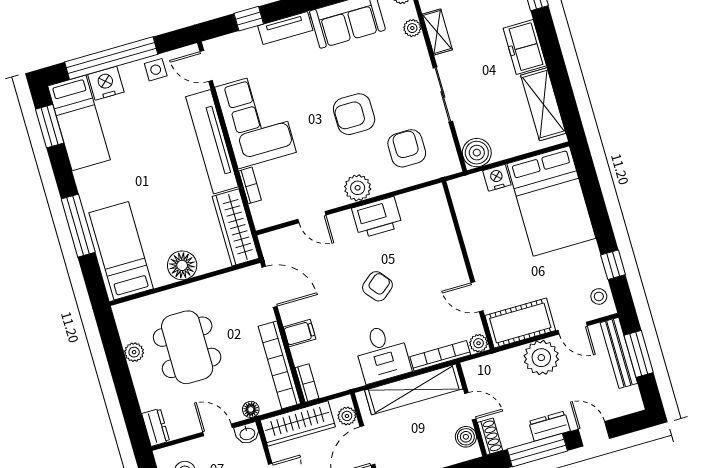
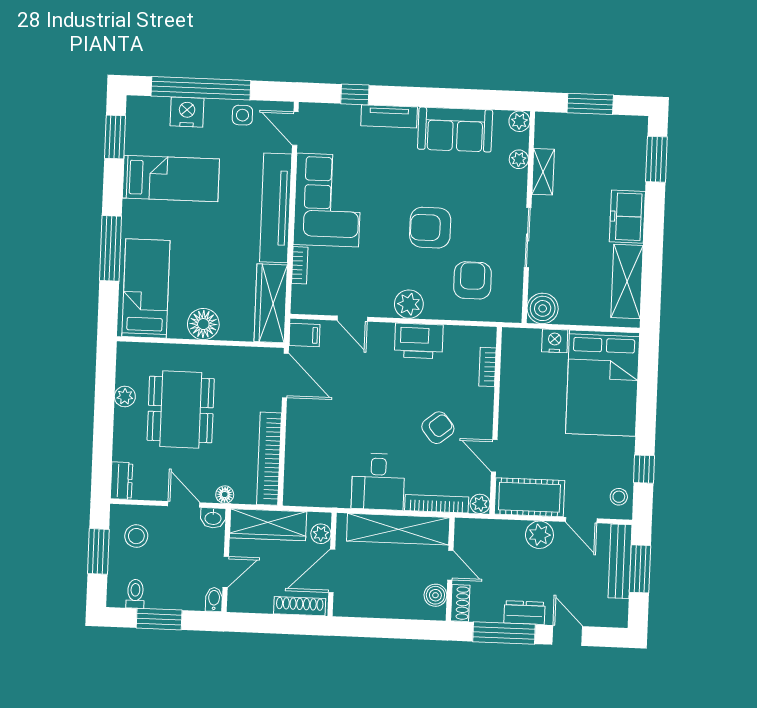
bed: (79, 123) -> (171, 179), moved, turned -90
armchair: (377, 286) -> (438, 428), moved
filing cabinet: (300, 333) -> (304, 335), moved
plant: (541, 358) -> (539, 535), width x0.73, depth x0.73
bookcase: (307, 383) -> (487, 367), moved, turned 180

